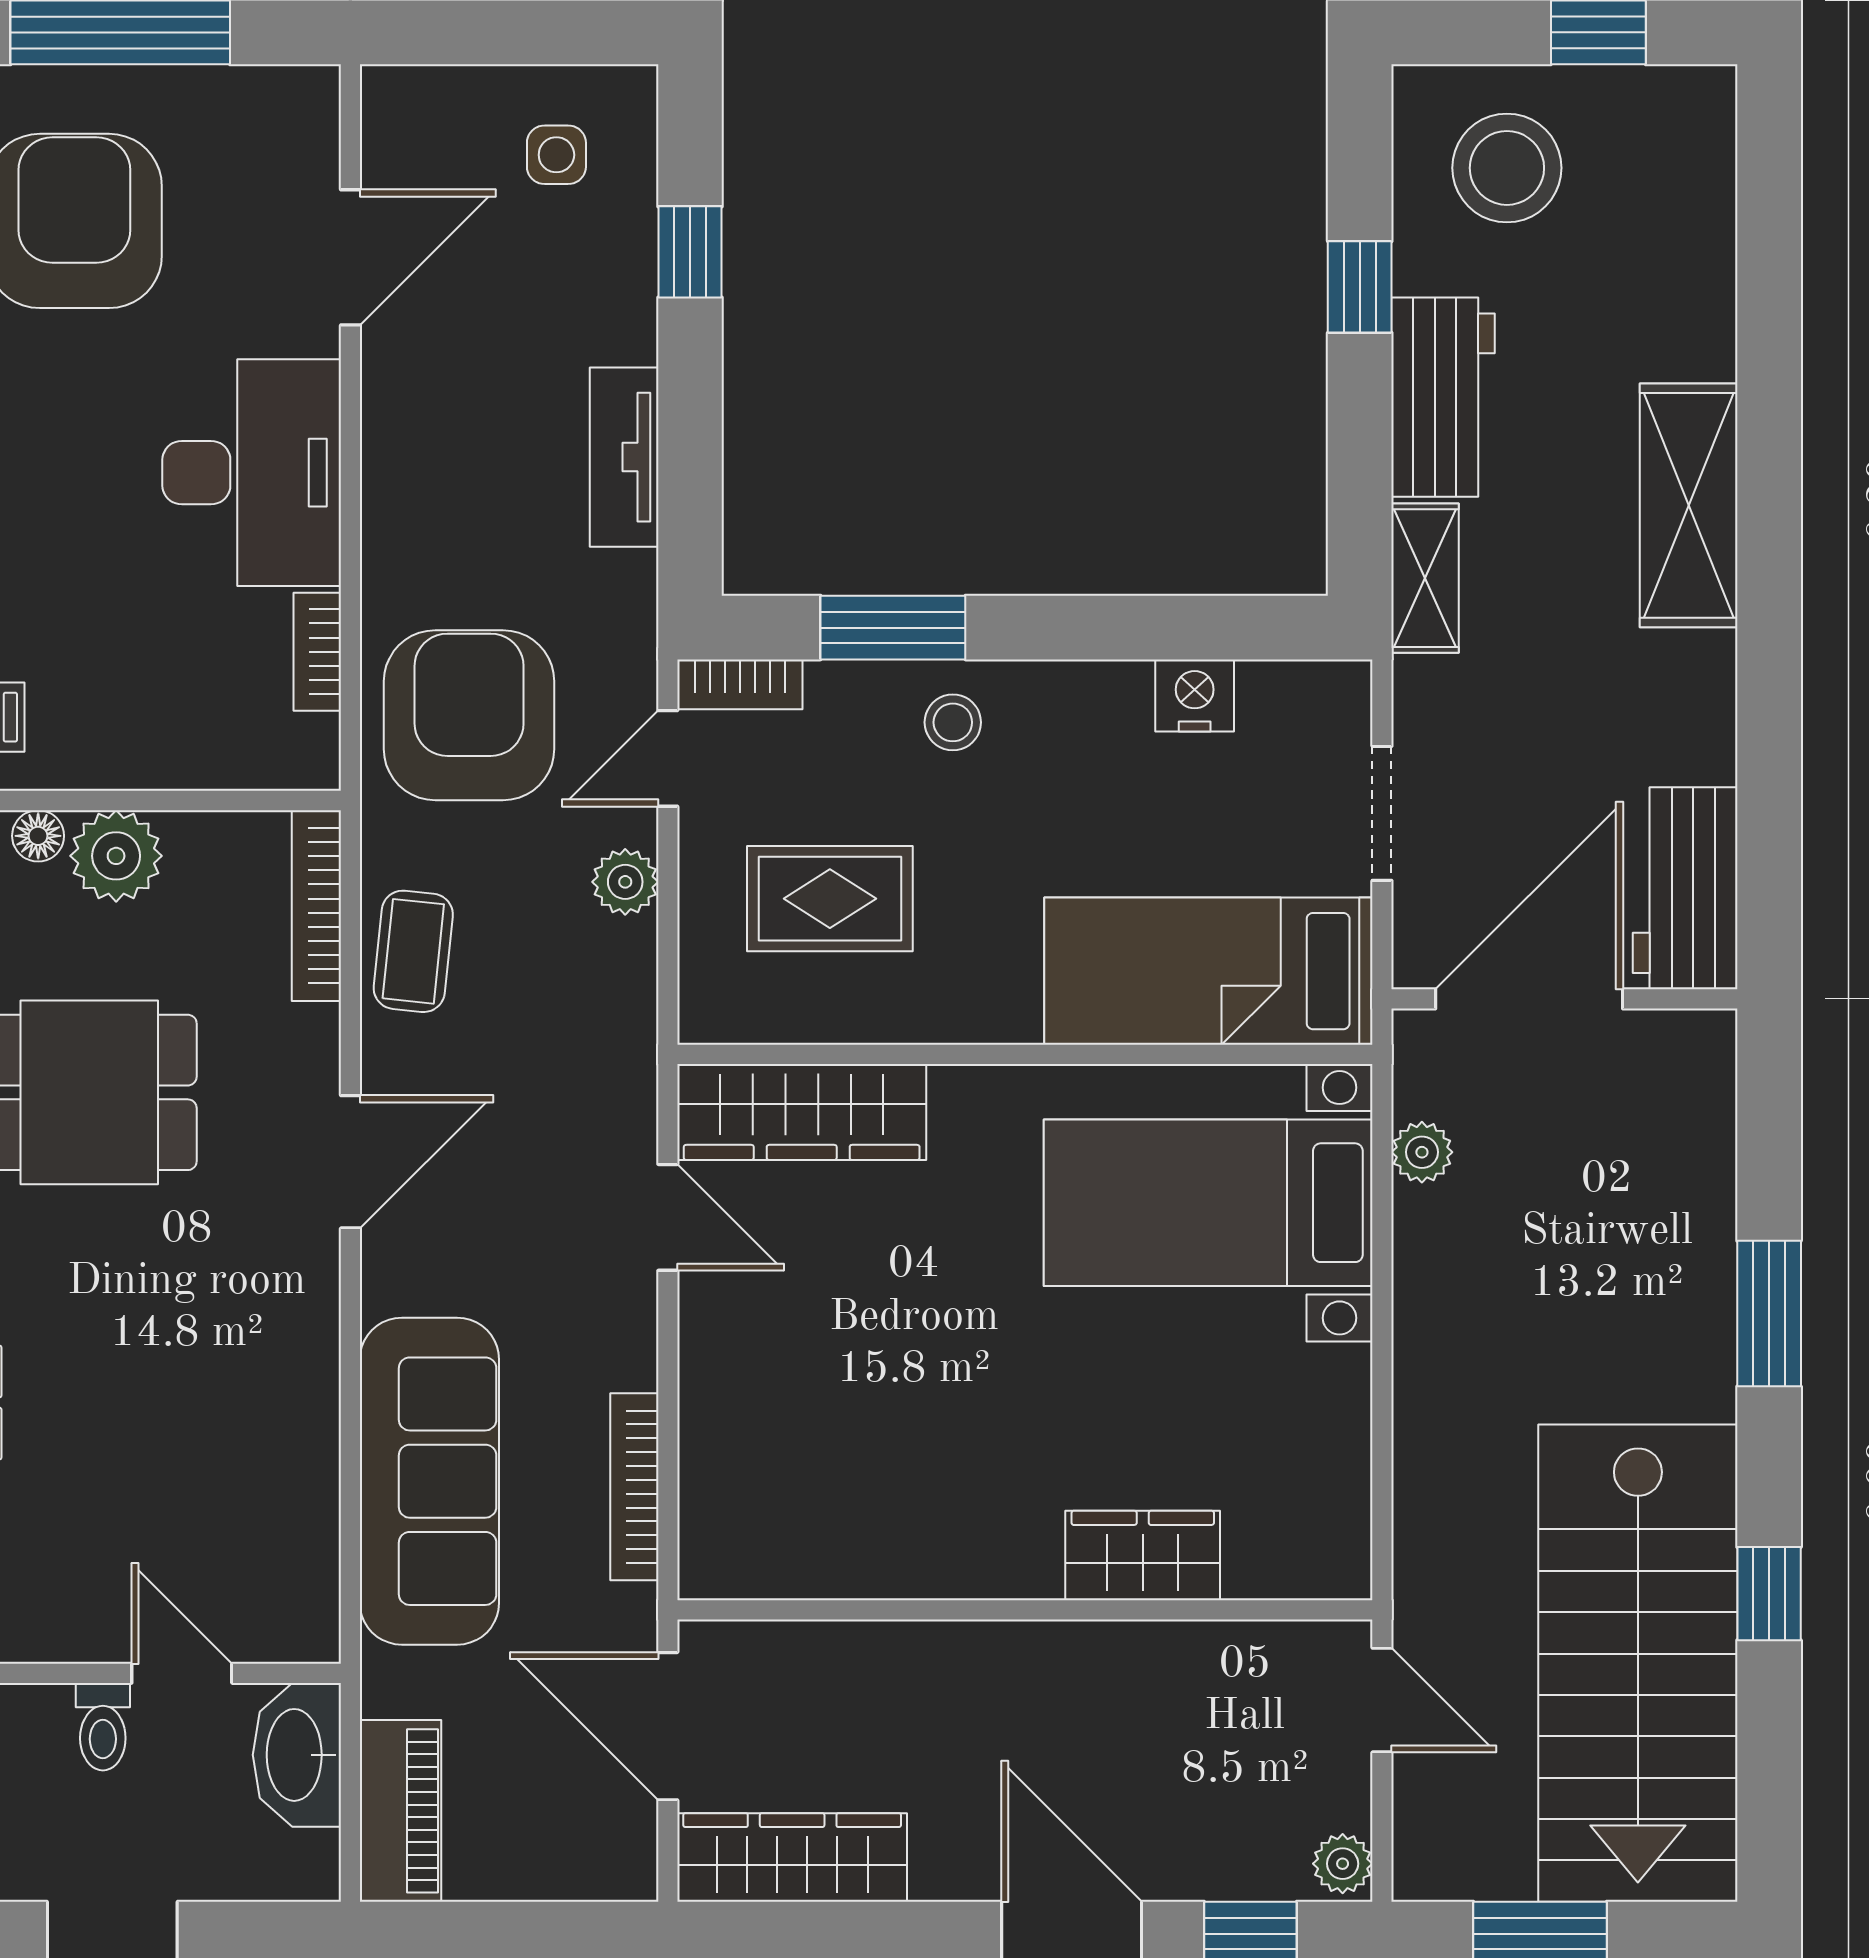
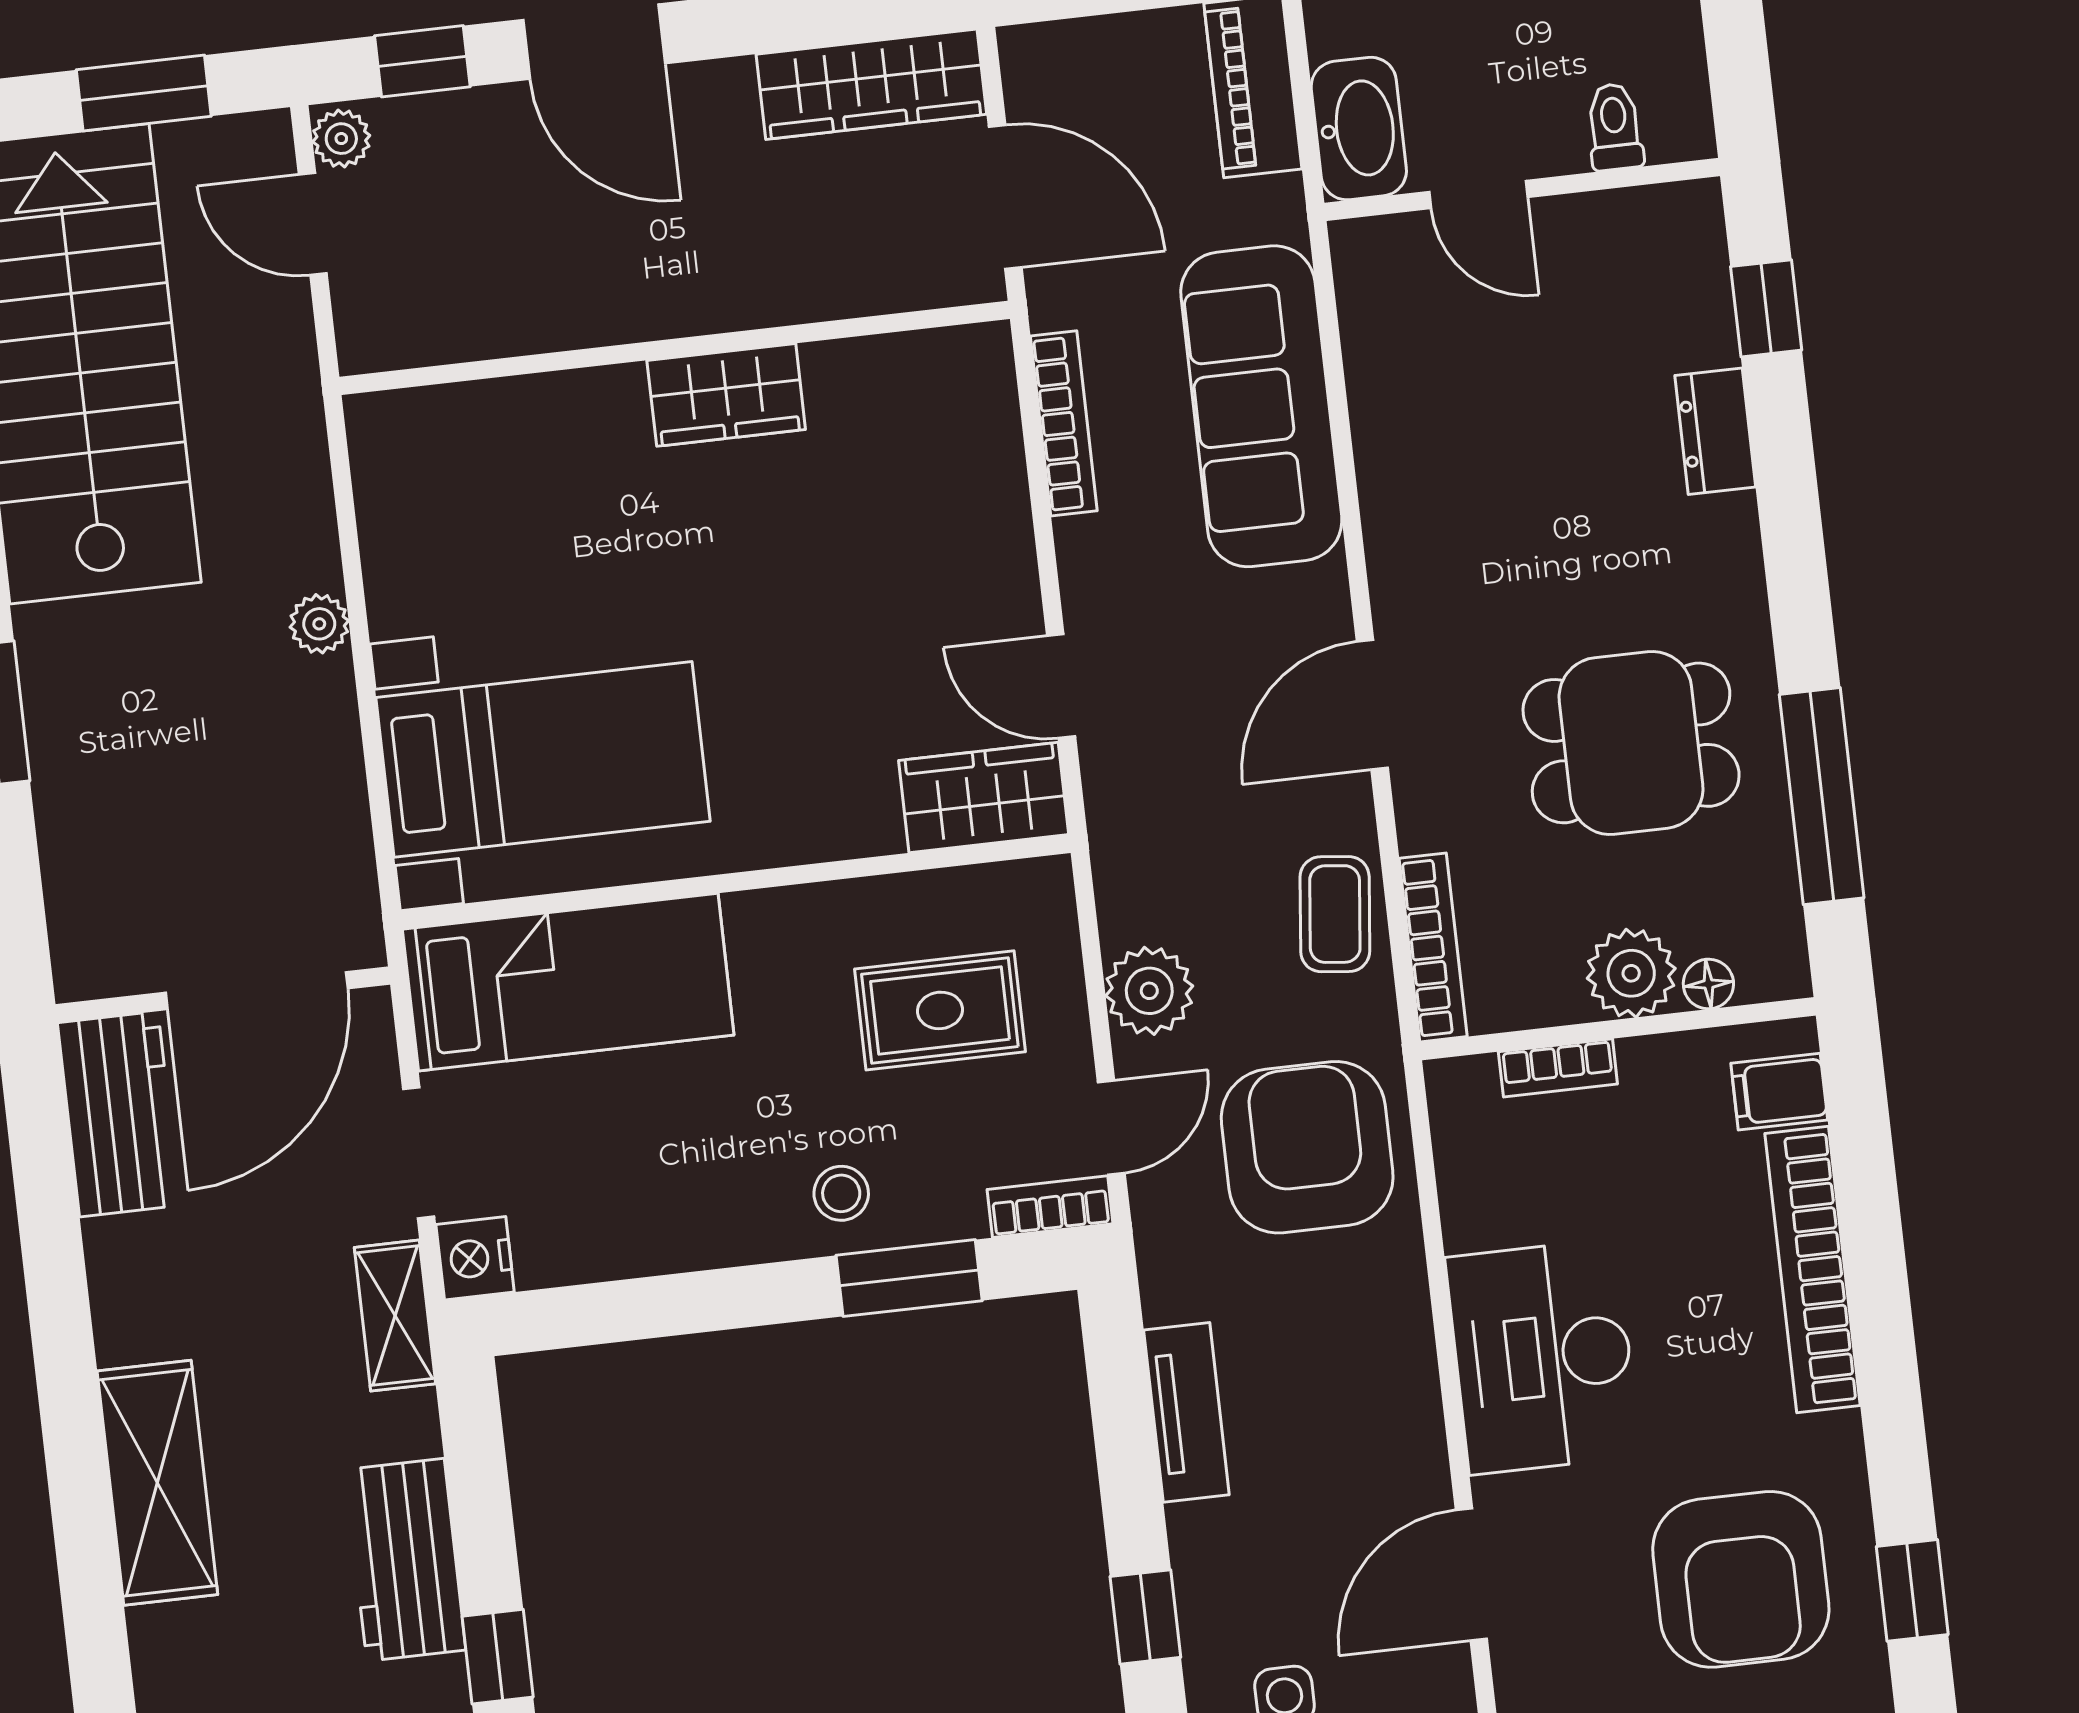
shelving: (1425, 578) -> (395, 1316), moved
bookcase: (317, 652) -> (1558, 1068), moved, turned 90
nightstand: (1195, 695) -> (475, 1258), moved, turned 90
armchair: (469, 715) -> (1307, 1147), turned 180
plant: (625, 882) -> (1149, 991), width x1.38, depth x1.38
wardrobe: (802, 1112) -> (984, 798), width x0.67
plant: (1422, 1152) -> (319, 624), moved
wardrobe: (1143, 1556) -> (726, 395), moved
door: (1382, 1700) -> (313, 224), moved
toilet: (103, 1727) -> (1615, 127), moved

